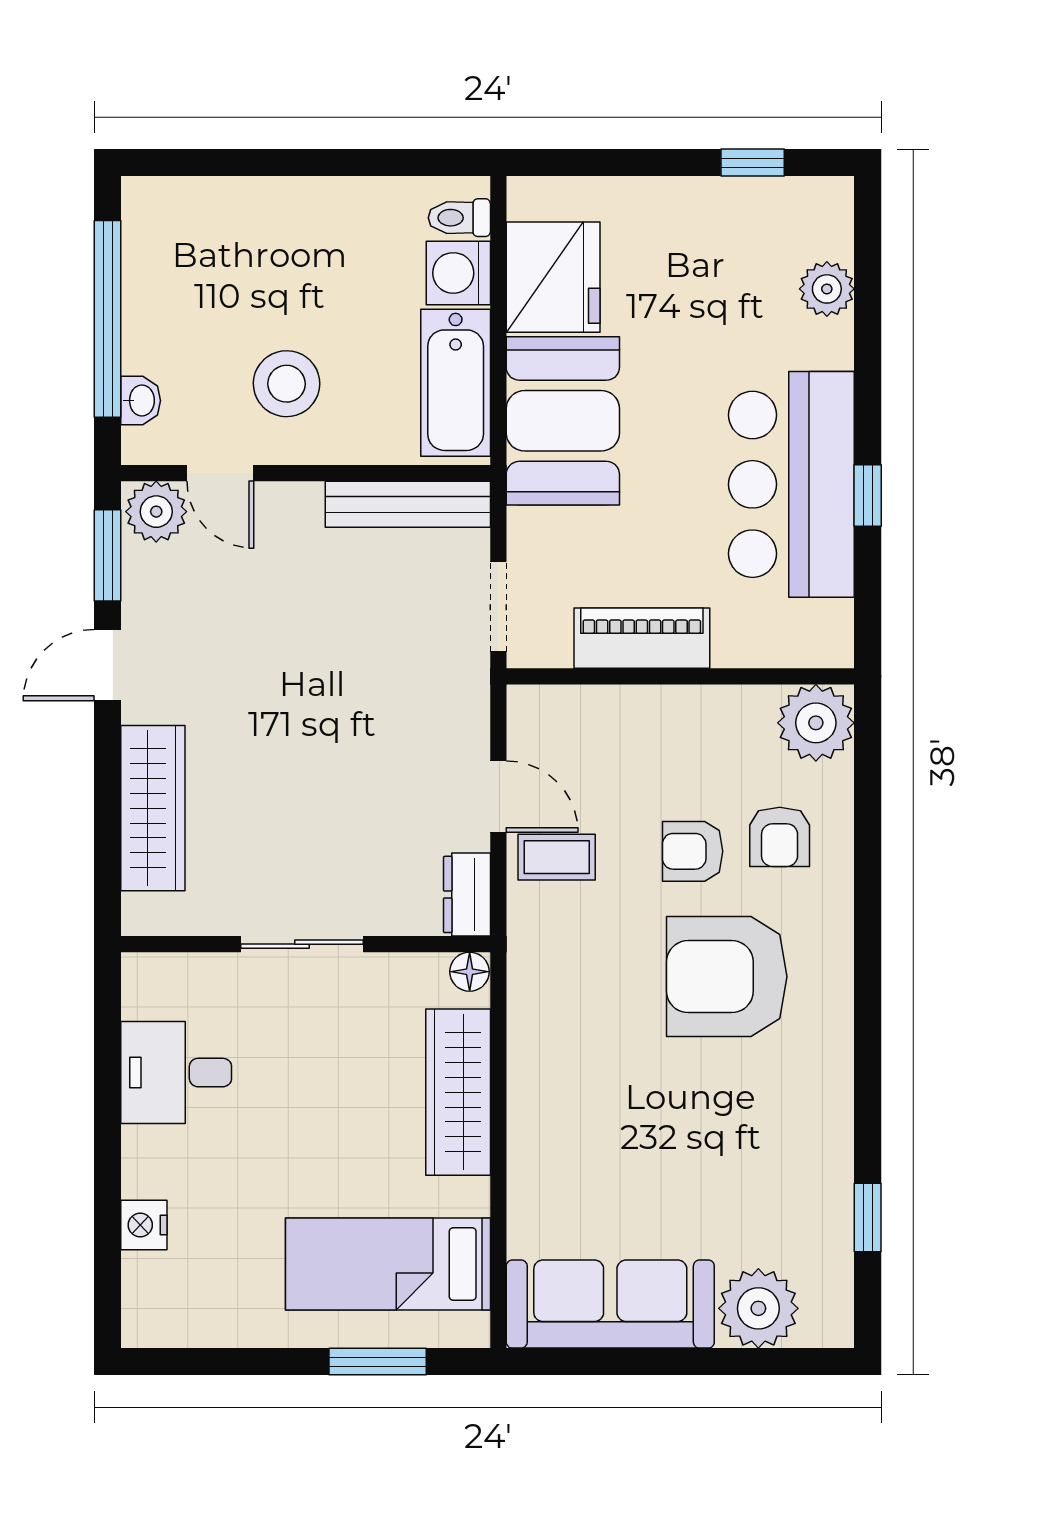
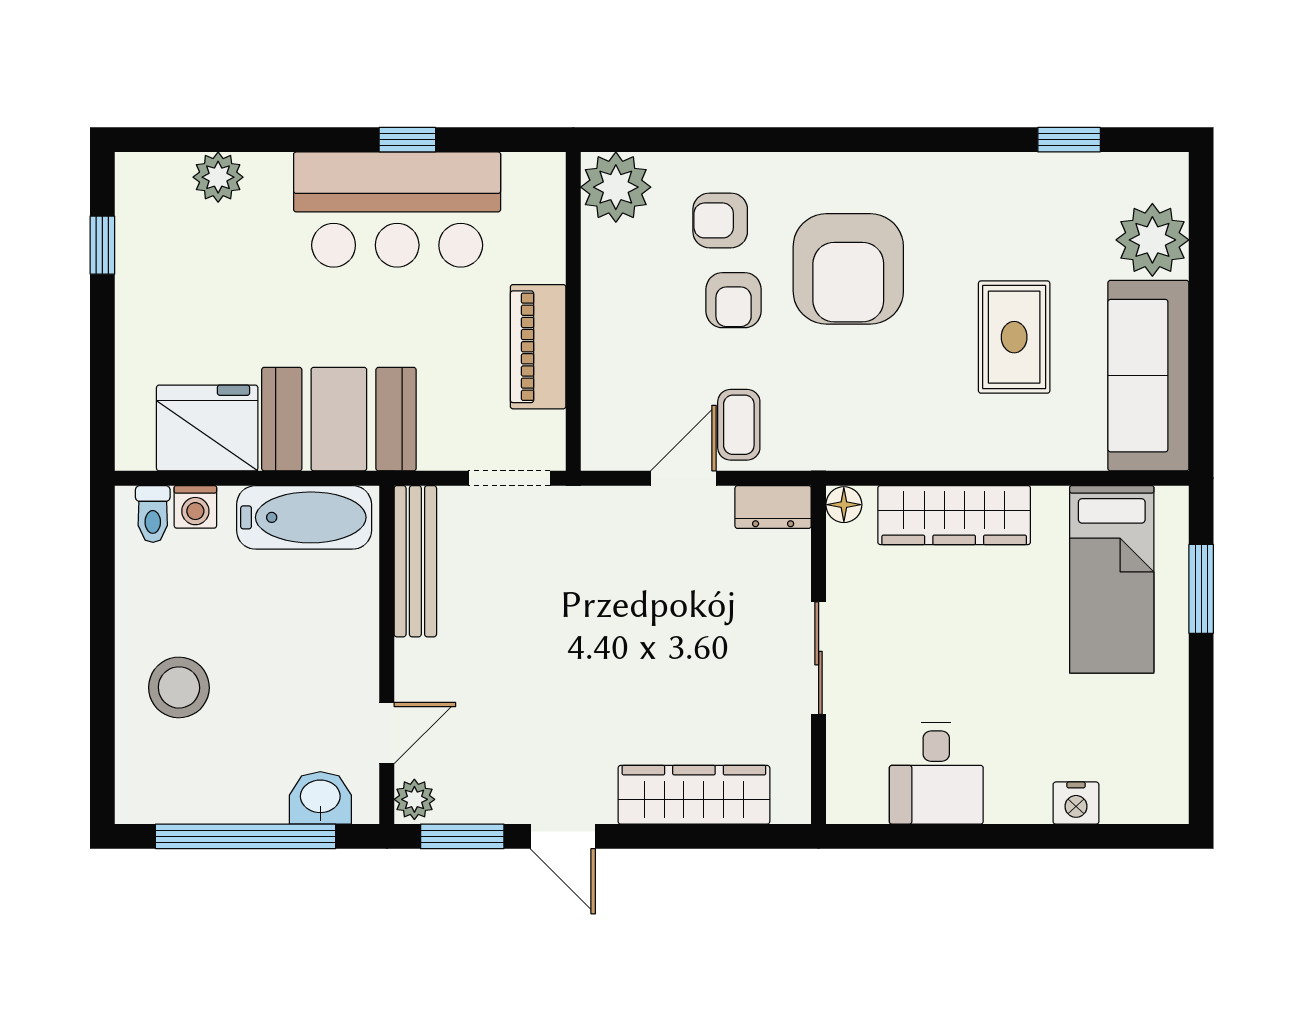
washing machine: (458, 273) -> (195, 507), width x0.73, depth x0.73
stool: (287, 384) -> (179, 687), moved
washbasin: (141, 401) -> (320, 798), width x1.38, depth x1.45
plant: (156, 512) -> (414, 799), width x0.73, depth x0.73
armchair: (780, 837) -> (720, 220), turned 180
rug: (652, 1157) -> (1014, 337), added

